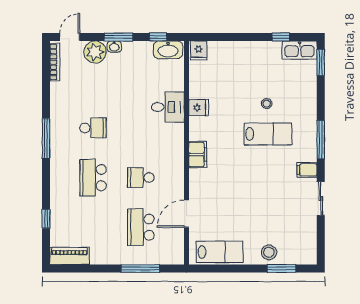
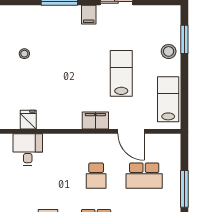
lab bench: (268, 134) -> (121, 73), moved
filing cabinet: (198, 154) -> (95, 121), moved
window: (140, 269) -> (184, 189), moved

